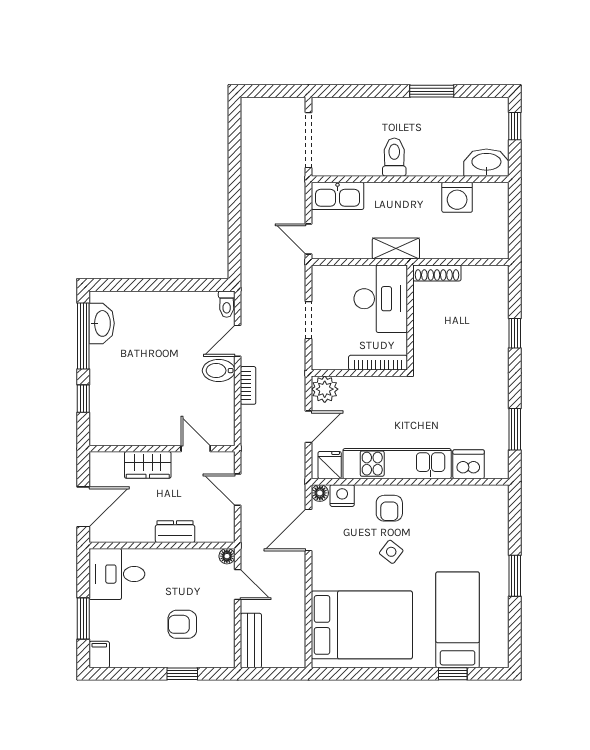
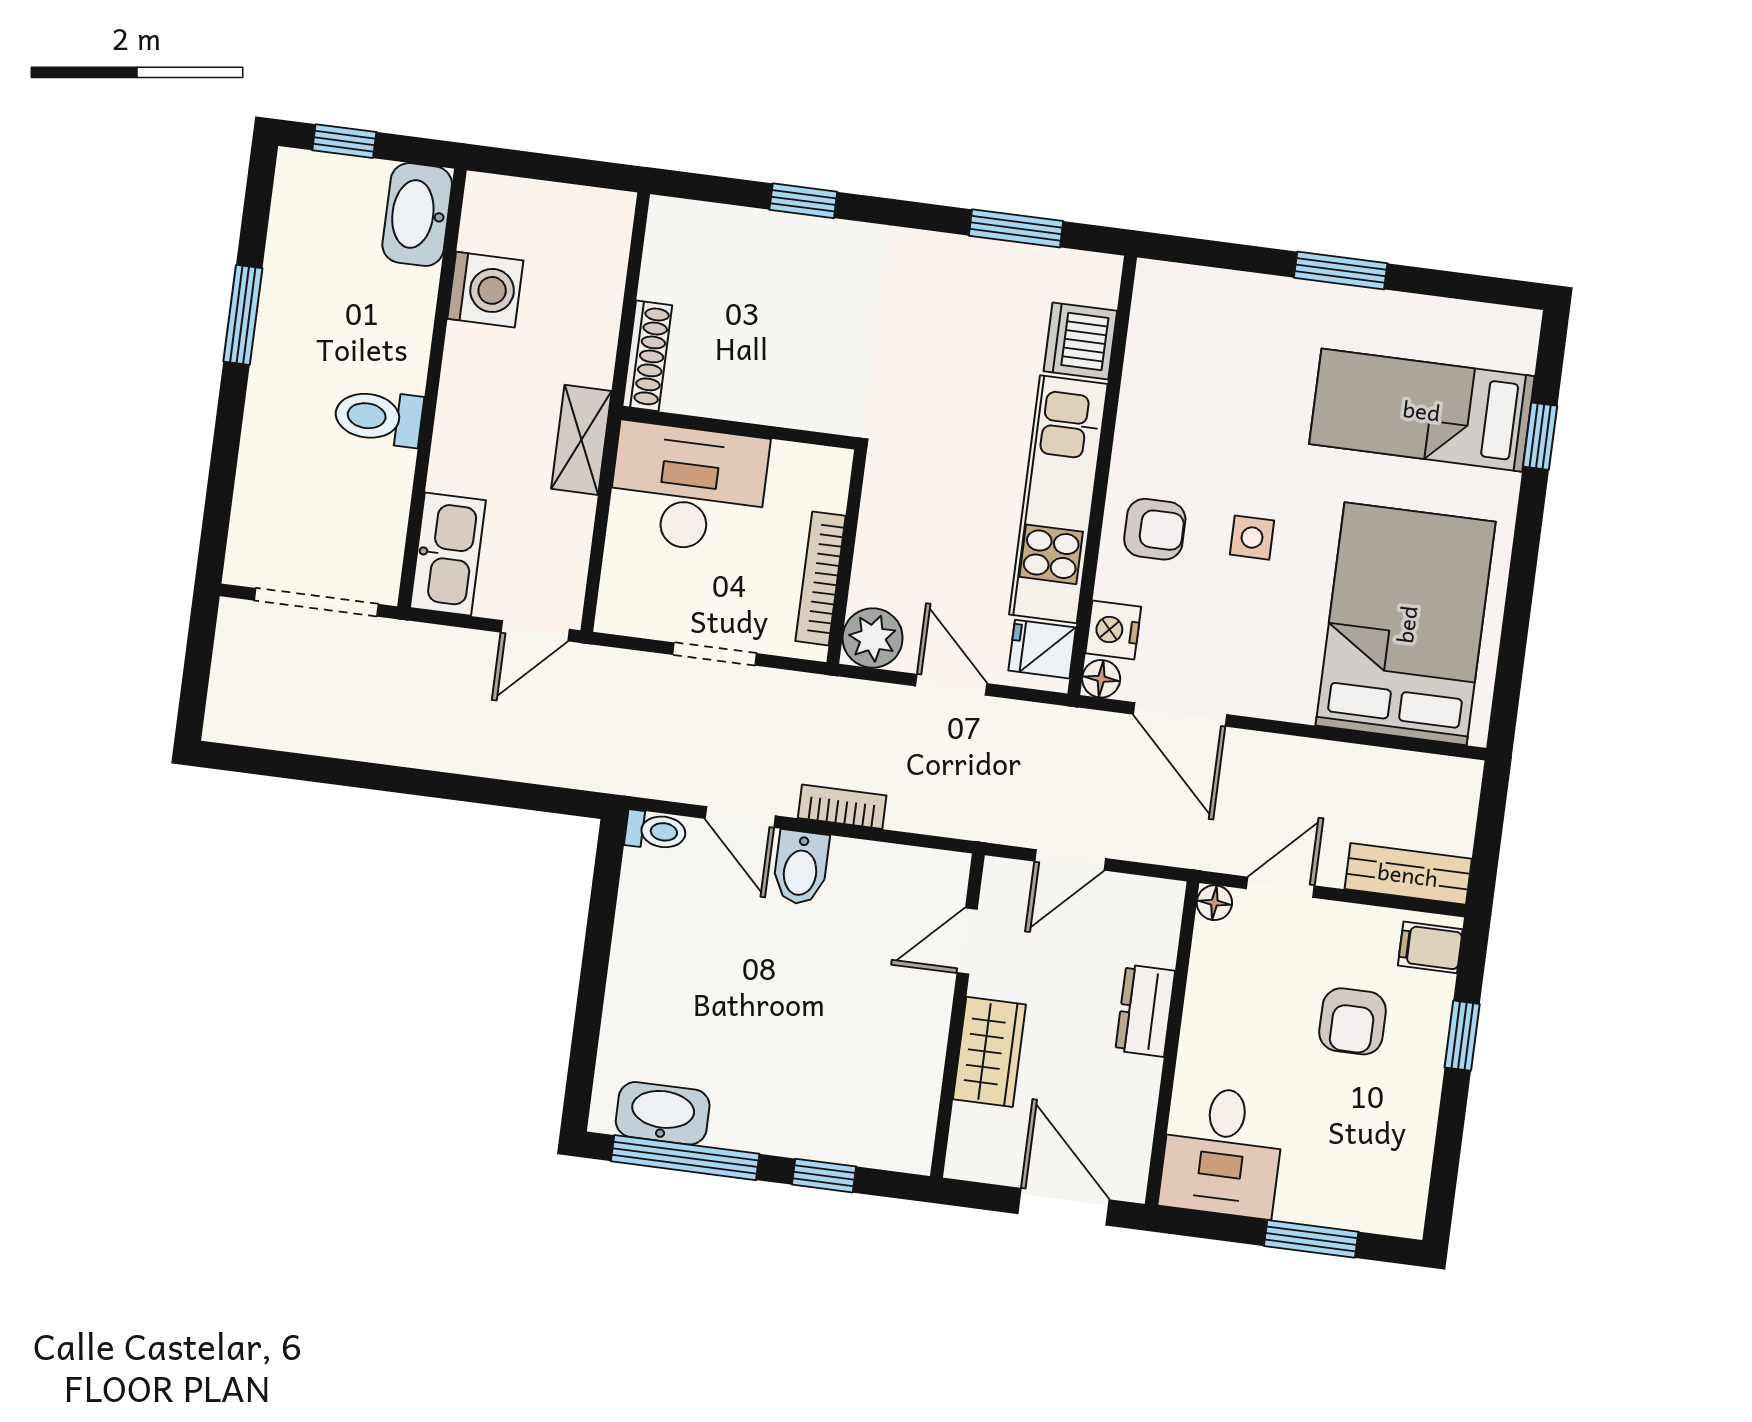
bookcase: (378, 363) -> (821, 578), moved
side table: (391, 552) -> (1252, 538), turned -38
filing cabinet: (99, 655) -> (1430, 947), moved

